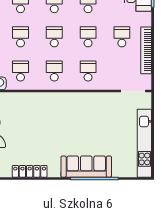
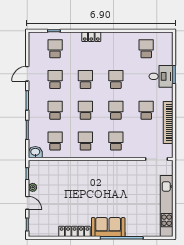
sofa: (86, 167) -> (108, 227), width x0.73
locker: (30, 171) -> (75, 231), moved

